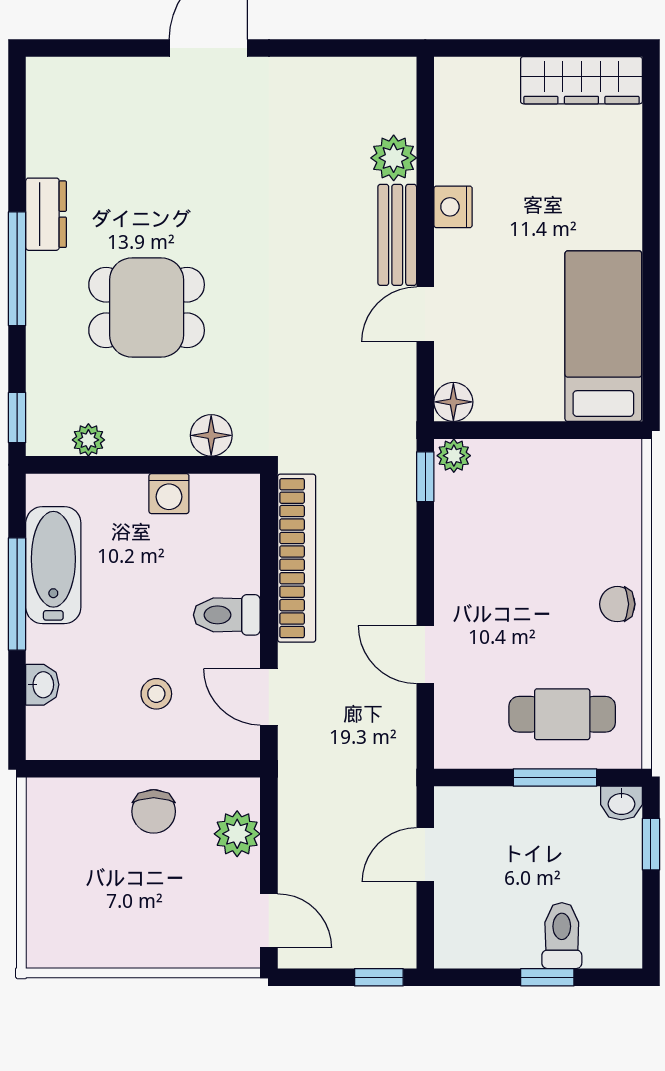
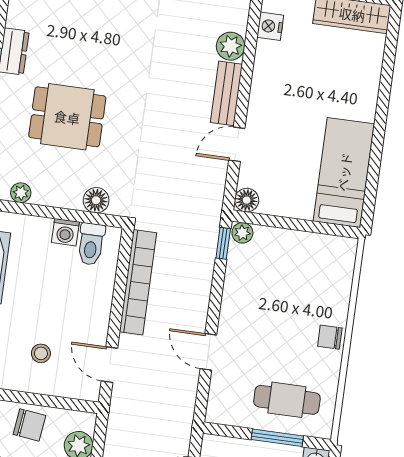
nightstand: (453, 207) -> (270, 26), moved
toilet: (227, 615) -> (91, 244), moved, turned -90
chair: (154, 811) -> (29, 425), turned -83

